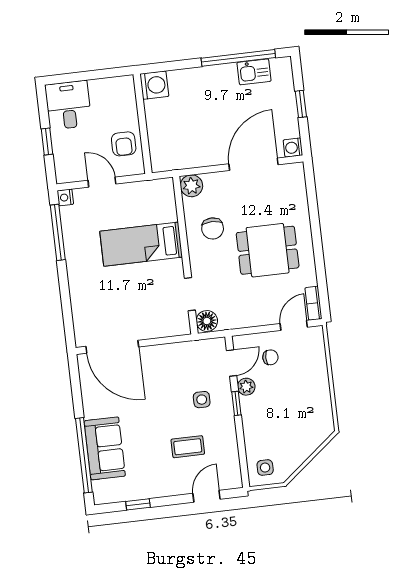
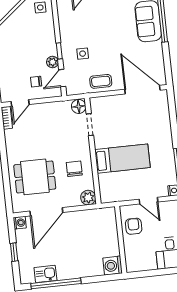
dining table: (268, 250) -> (35, 177), moved
coffee table: (188, 447) -> (101, 81), moved

